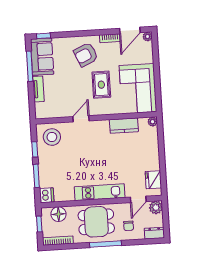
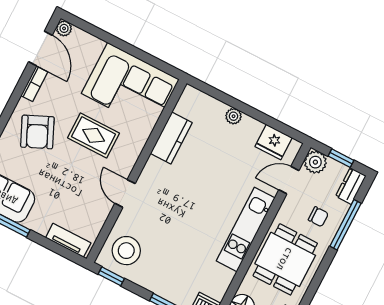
tv unit: (38, 89) -> (68, 240), moved
plant: (153, 122) -> (234, 116), moved
window: (35, 149) -> (111, 276), moved
door: (138, 199) -> (289, 180), swing flipped
window: (166, 219) -> (341, 158), added
window: (105, 244) -> (346, 225), moved

